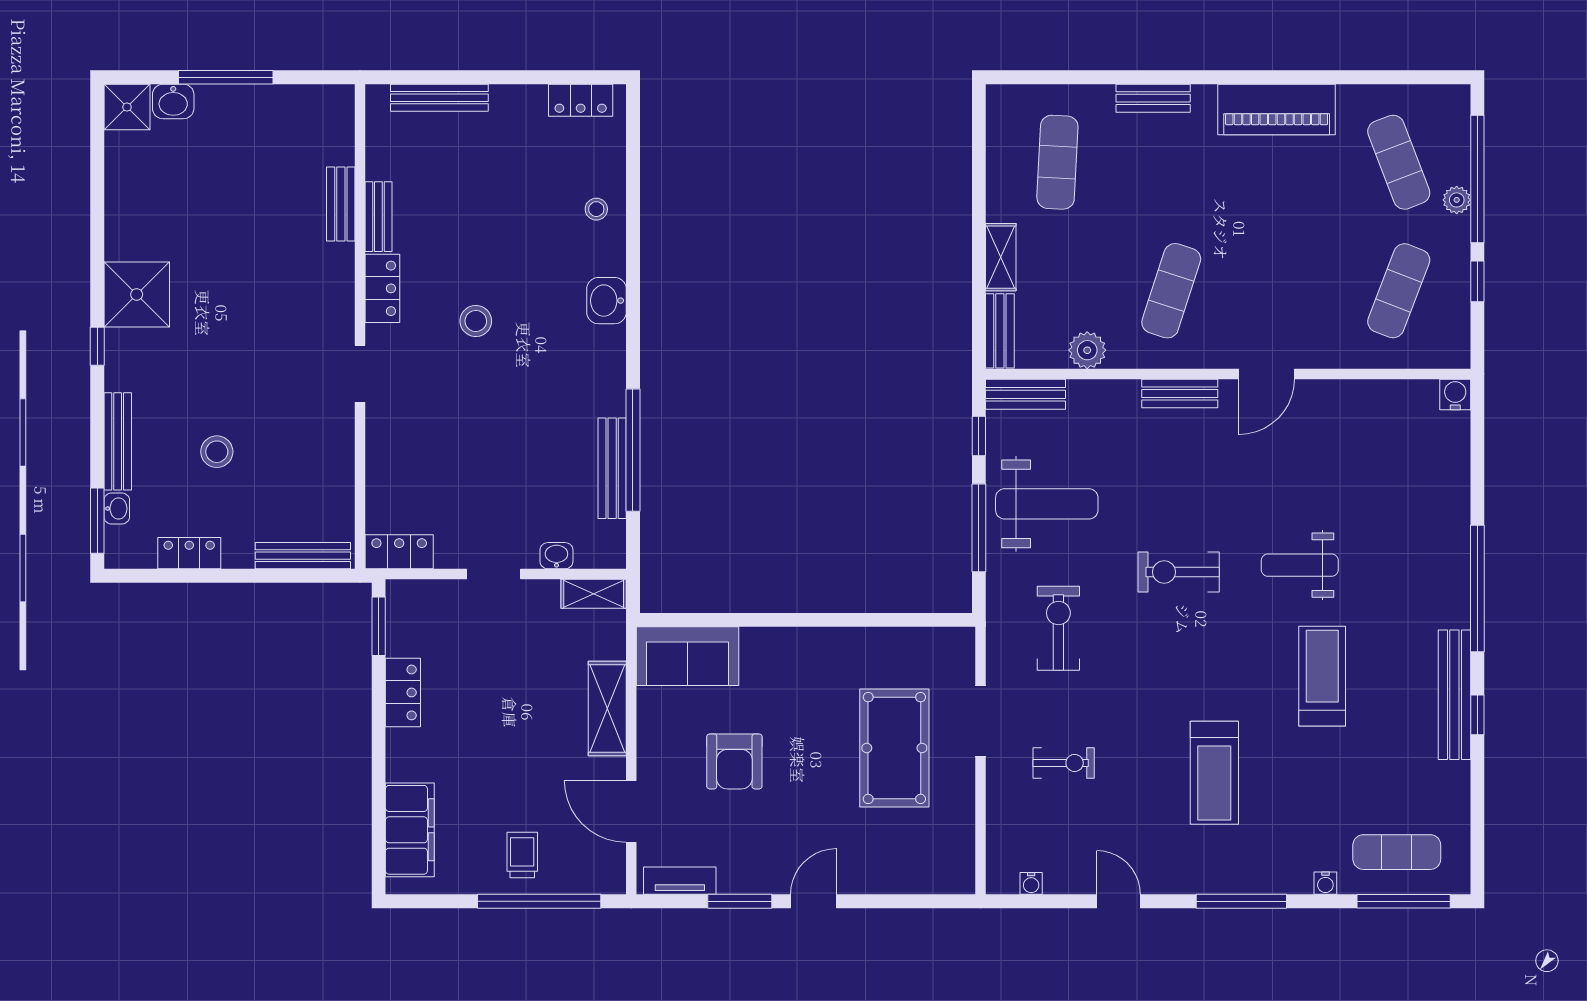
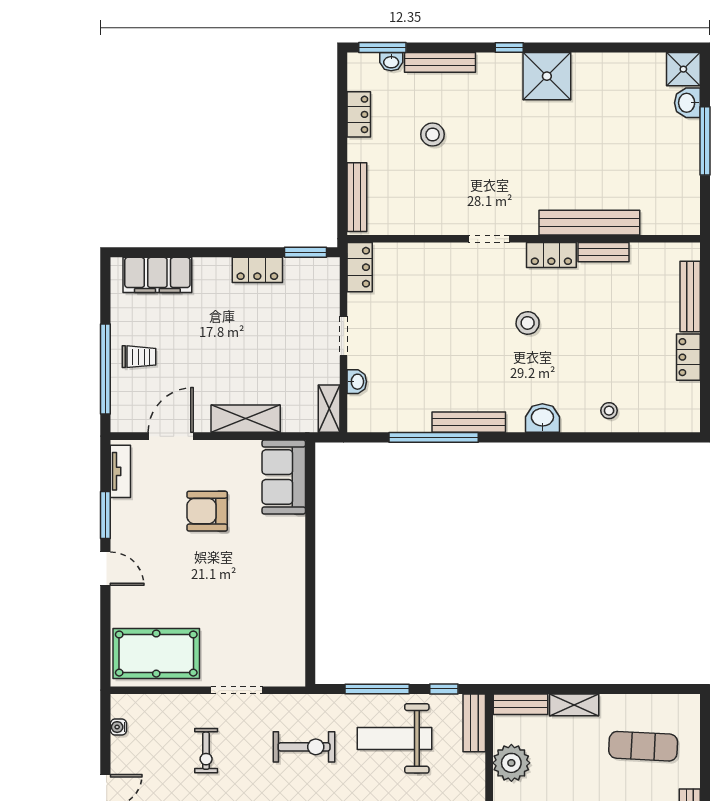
locker: (581, 100) -> (688, 357), moved
bench: (341, 204) -> (589, 223), width x1.86, depth x1.21
plant: (1087, 350) -> (511, 763), width x1.36, depth x1.36
bench: (612, 468) -> (469, 422), moved
weight bench: (1047, 504) -> (395, 738), turned 90
pool table: (894, 748) -> (156, 654), moved

